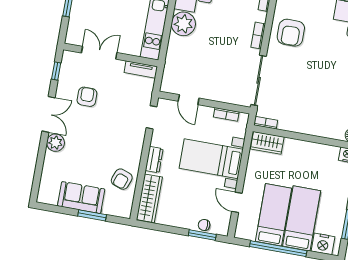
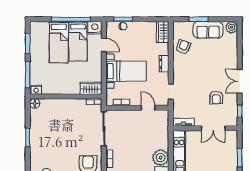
plant: (55, 143) -> (232, 27), moved
wardrobe: (149, 198) -> (163, 32), width x0.67
nightstand: (323, 244) -> (95, 28), moved

